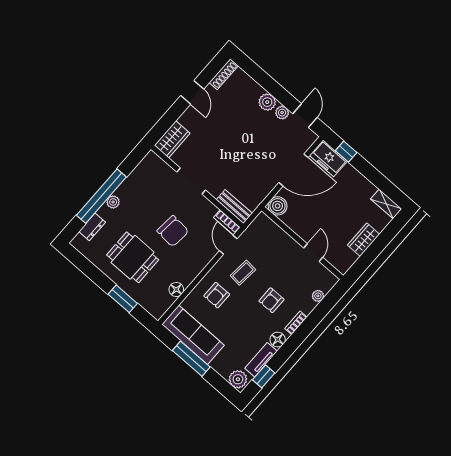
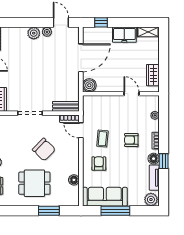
freezer: (328, 158) -> (124, 35), moved
chair: (173, 231) -> (44, 149), turned 39
wardrobe: (363, 240) -> (153, 75), moved
armchair: (217, 295) -> (99, 164), turned 180
armchair: (271, 300) -> (131, 140), turned 90
window: (264, 376) -> (164, 161), moved

